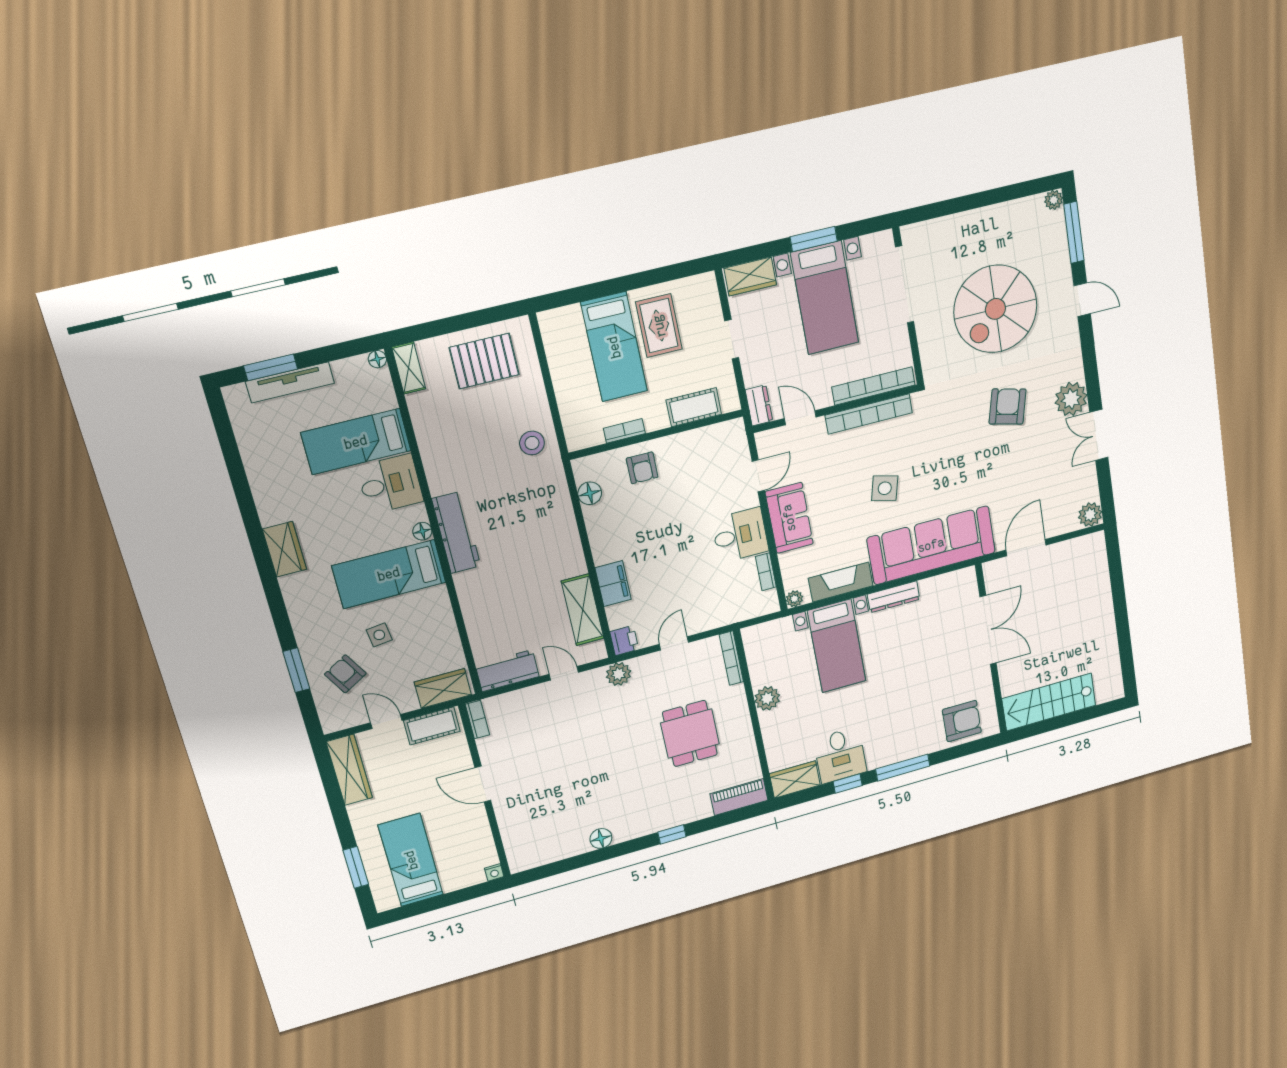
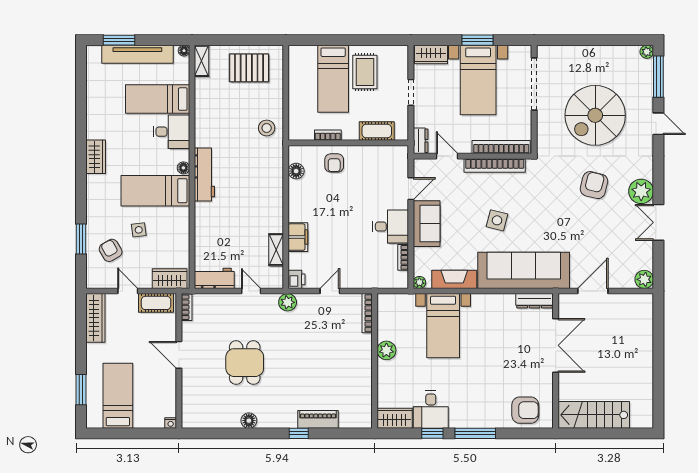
tv unit: (290, 382) -> (137, 54), width x1.36, depth x1.29
dresser: (894, 597) -> (534, 301), moved
shelving: (583, 610) -> (276, 250), width x0.67, depth x0.75
dining table: (690, 733) -> (245, 363), moved
piano: (739, 797) -> (318, 419), moved

